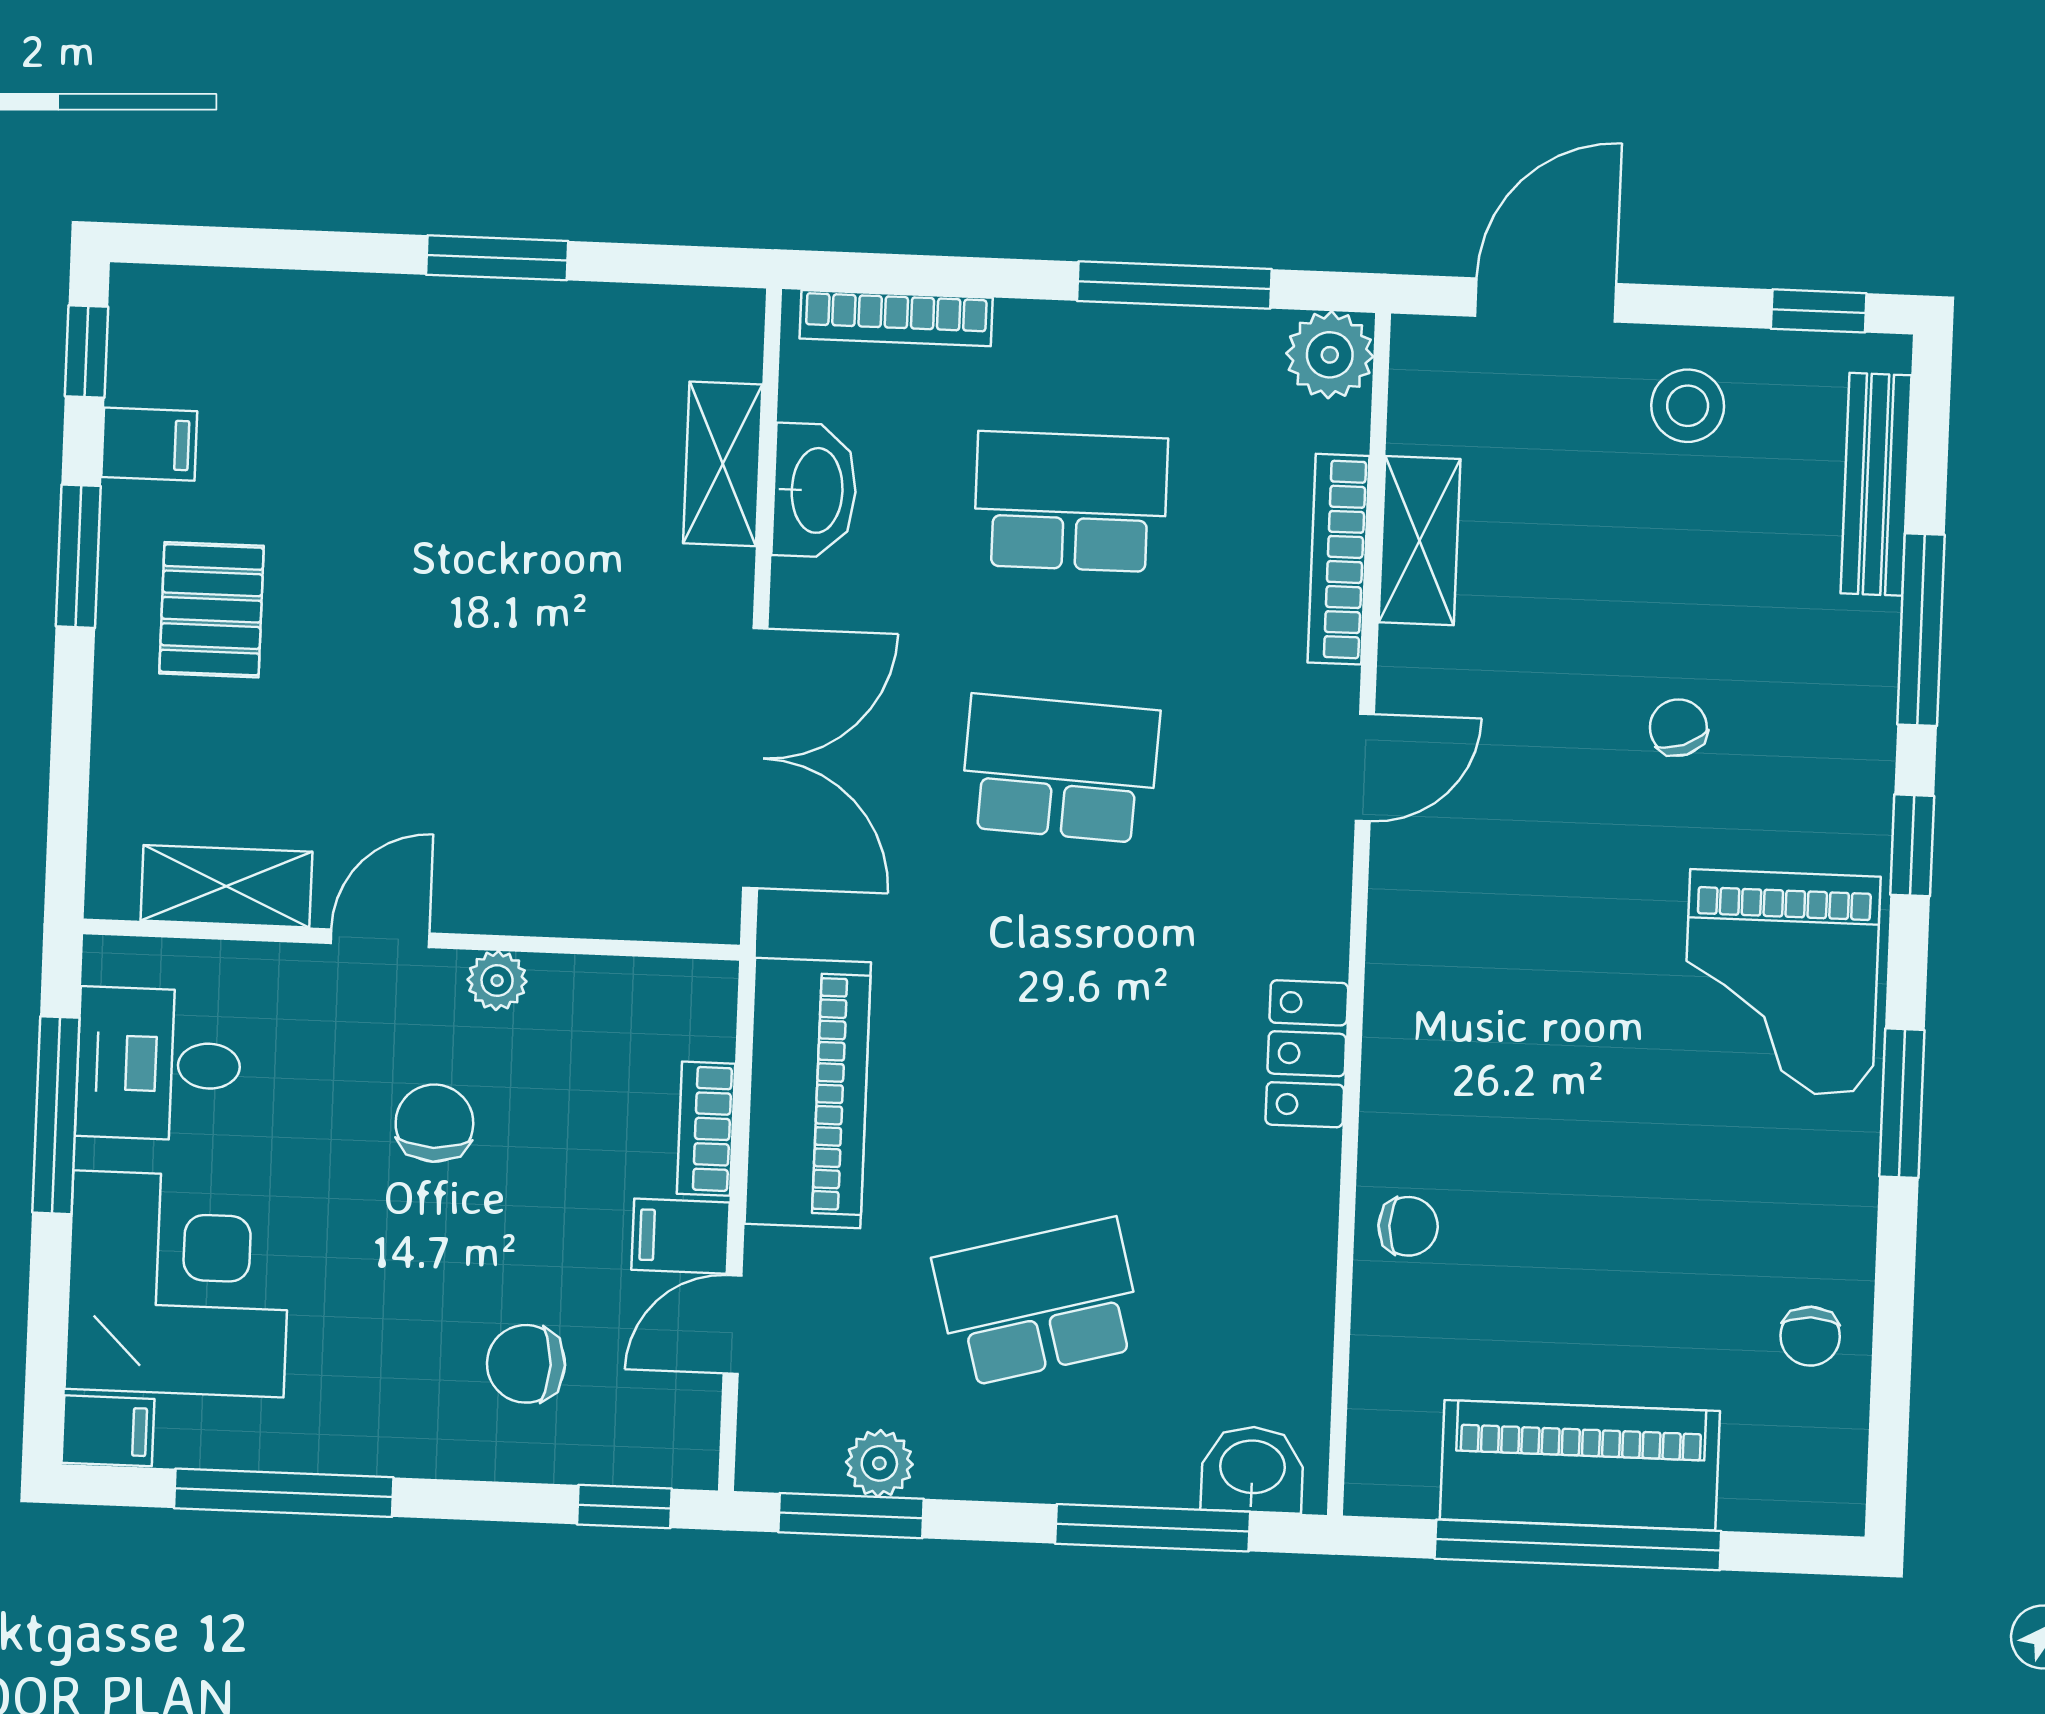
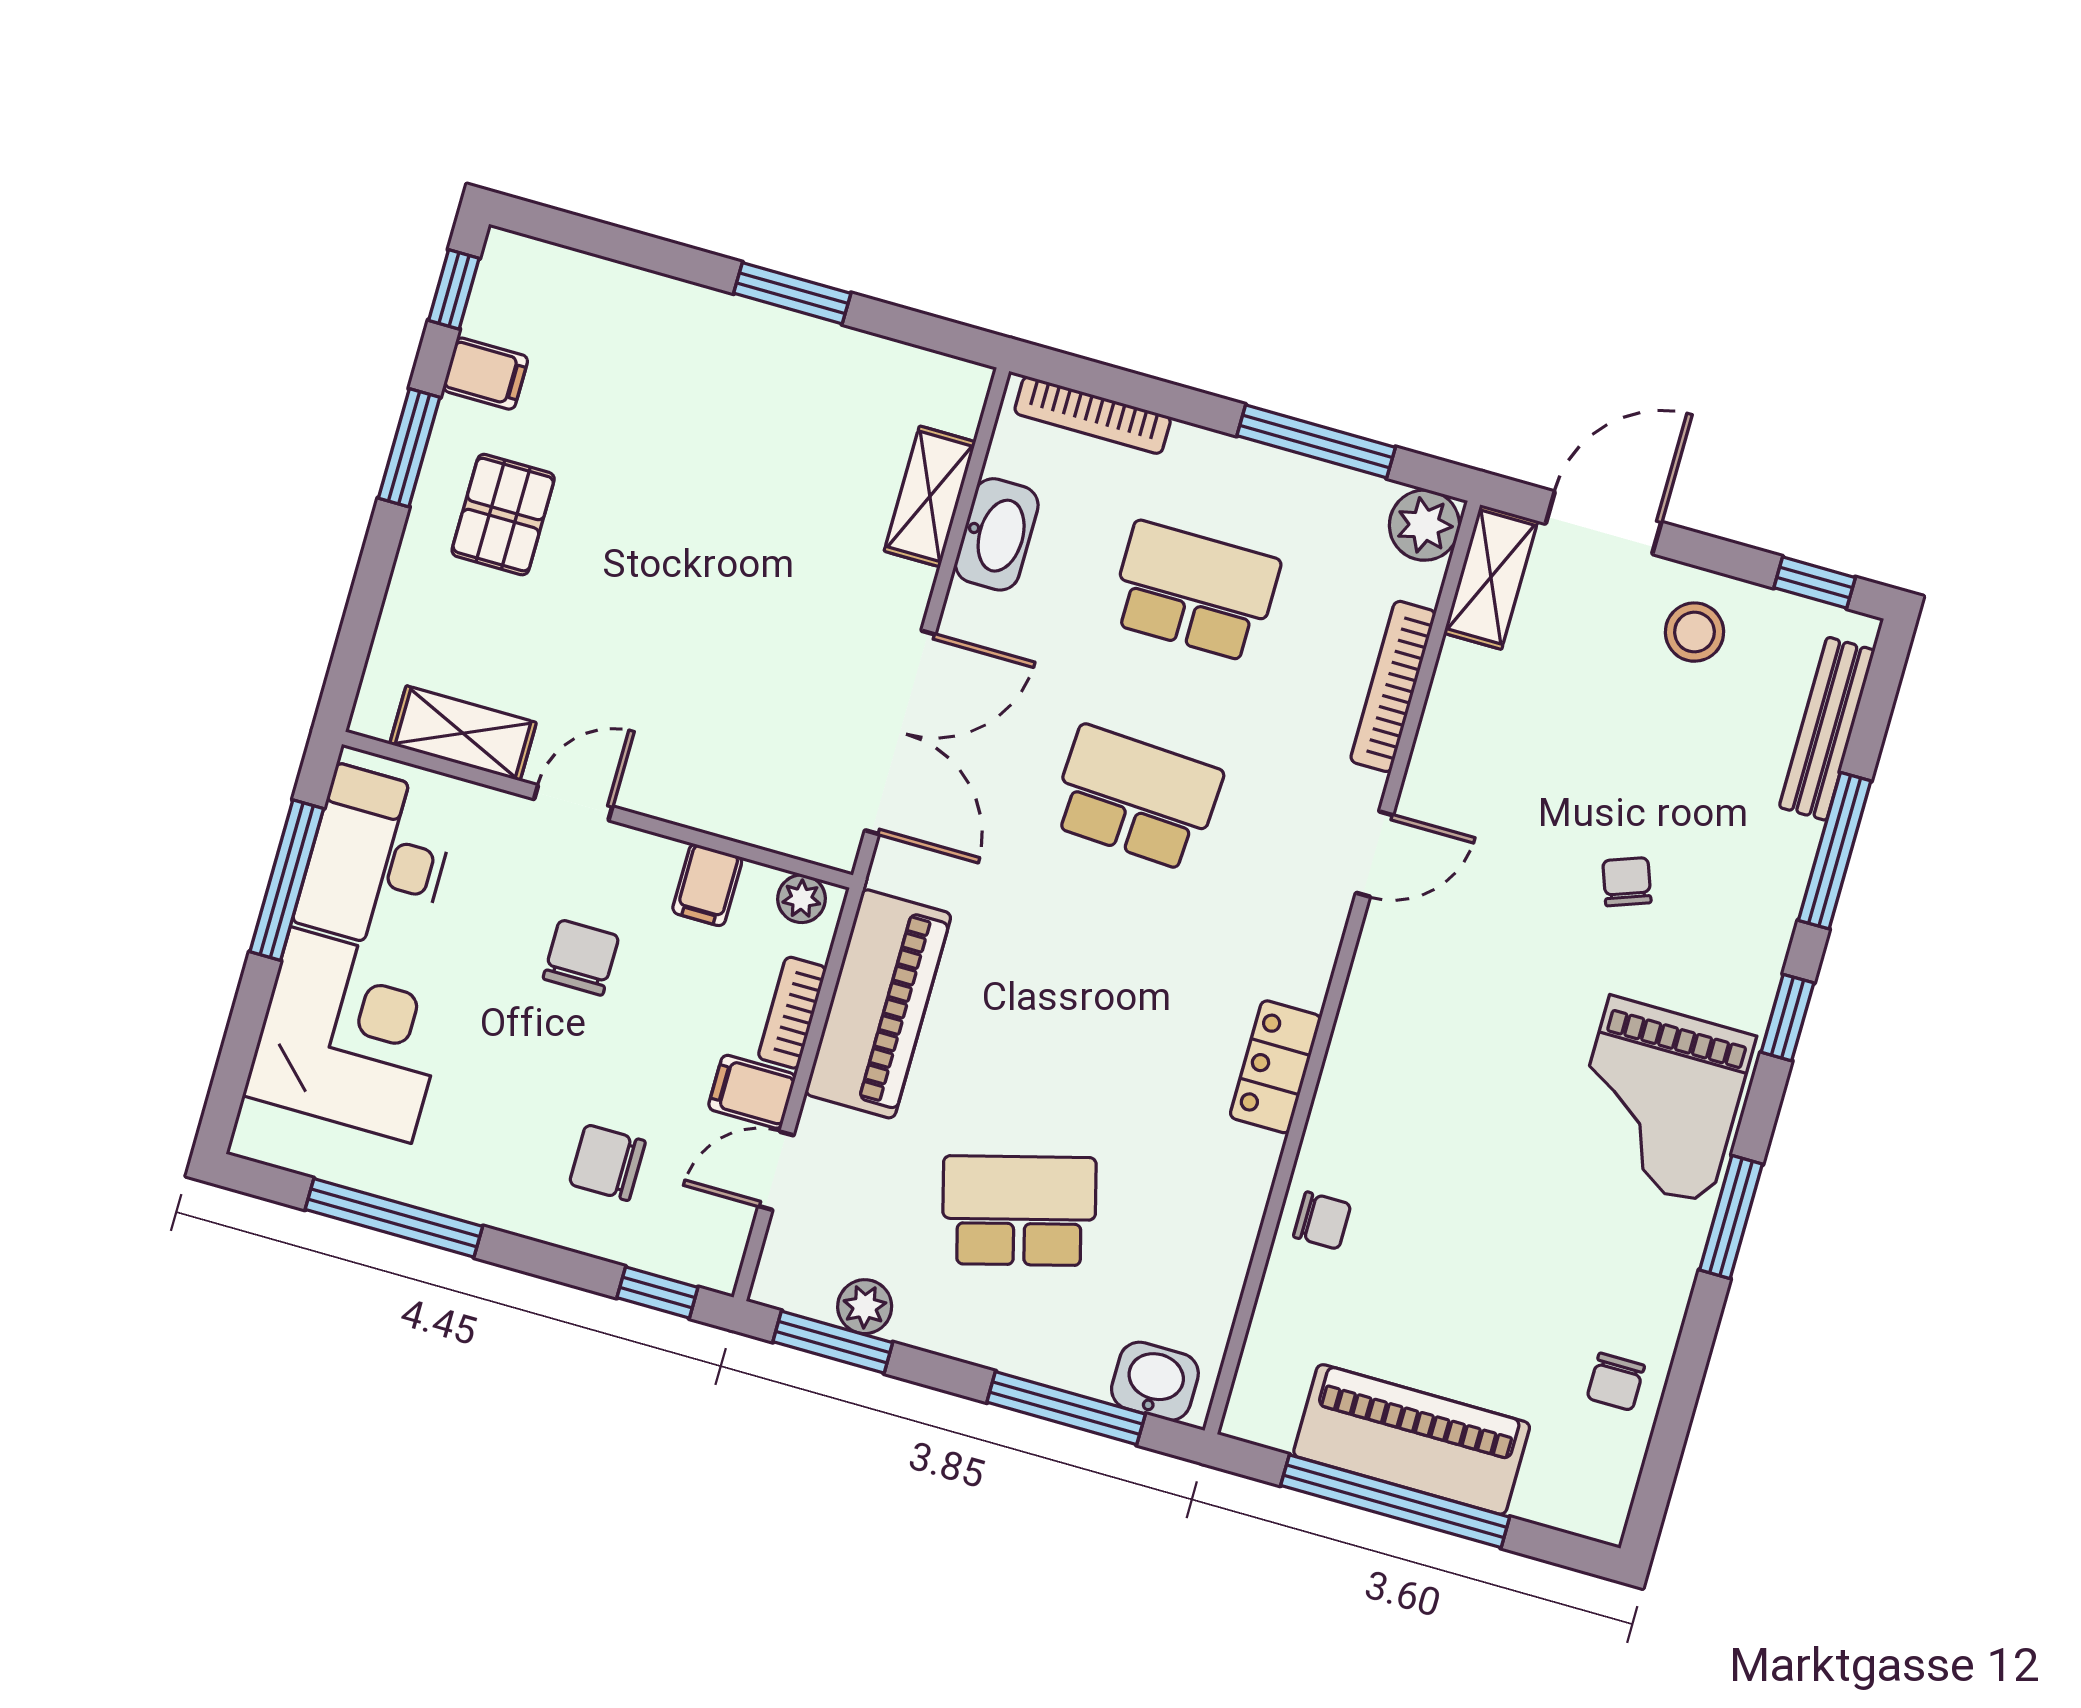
shelving: (1419, 541) -> (1491, 577), moved
plant: (497, 981) -> (801, 899), moved
desk: (159, 1064) -> (377, 860), width x1.37
filing cabinet: (108, 1431) -> (707, 885), moved, turned 90

